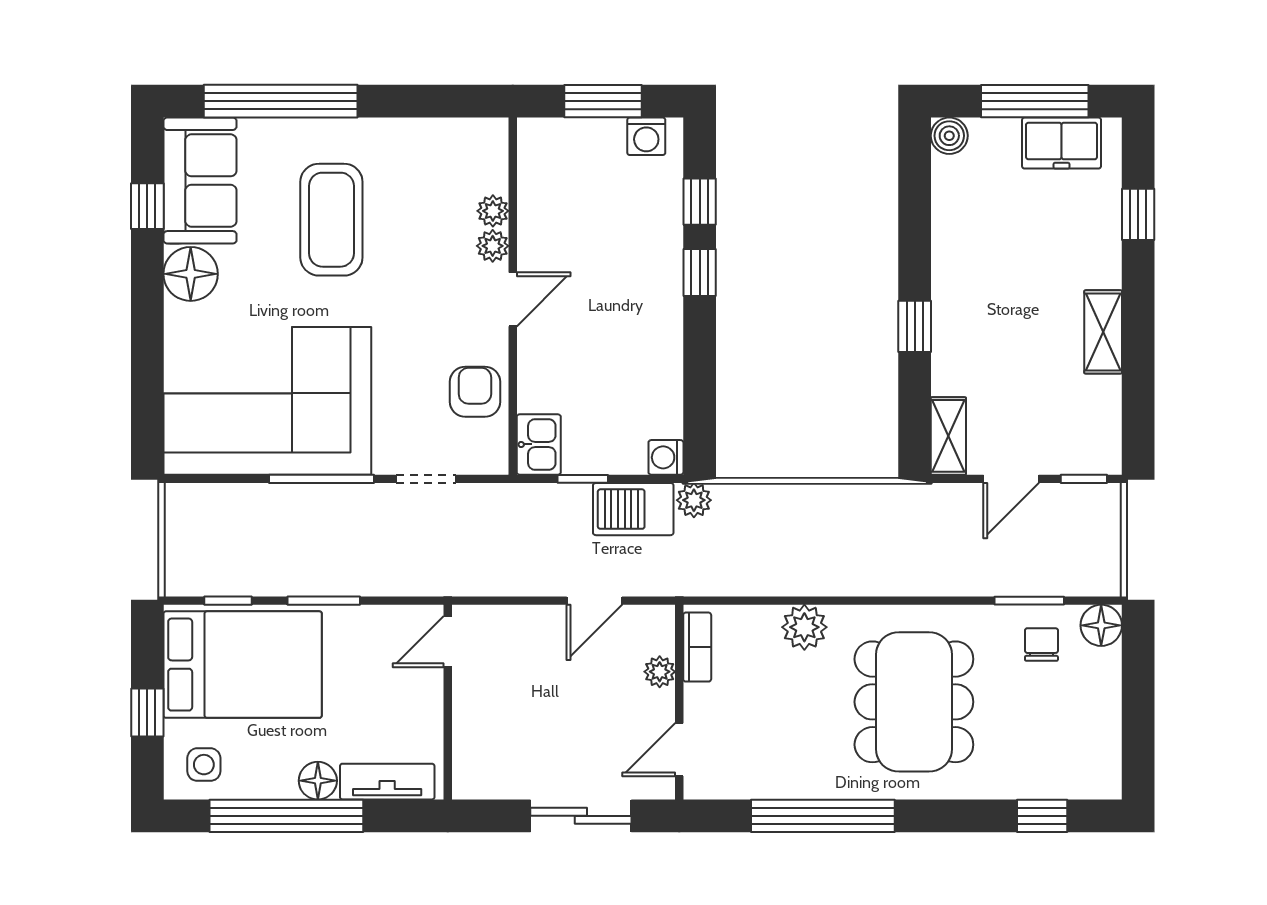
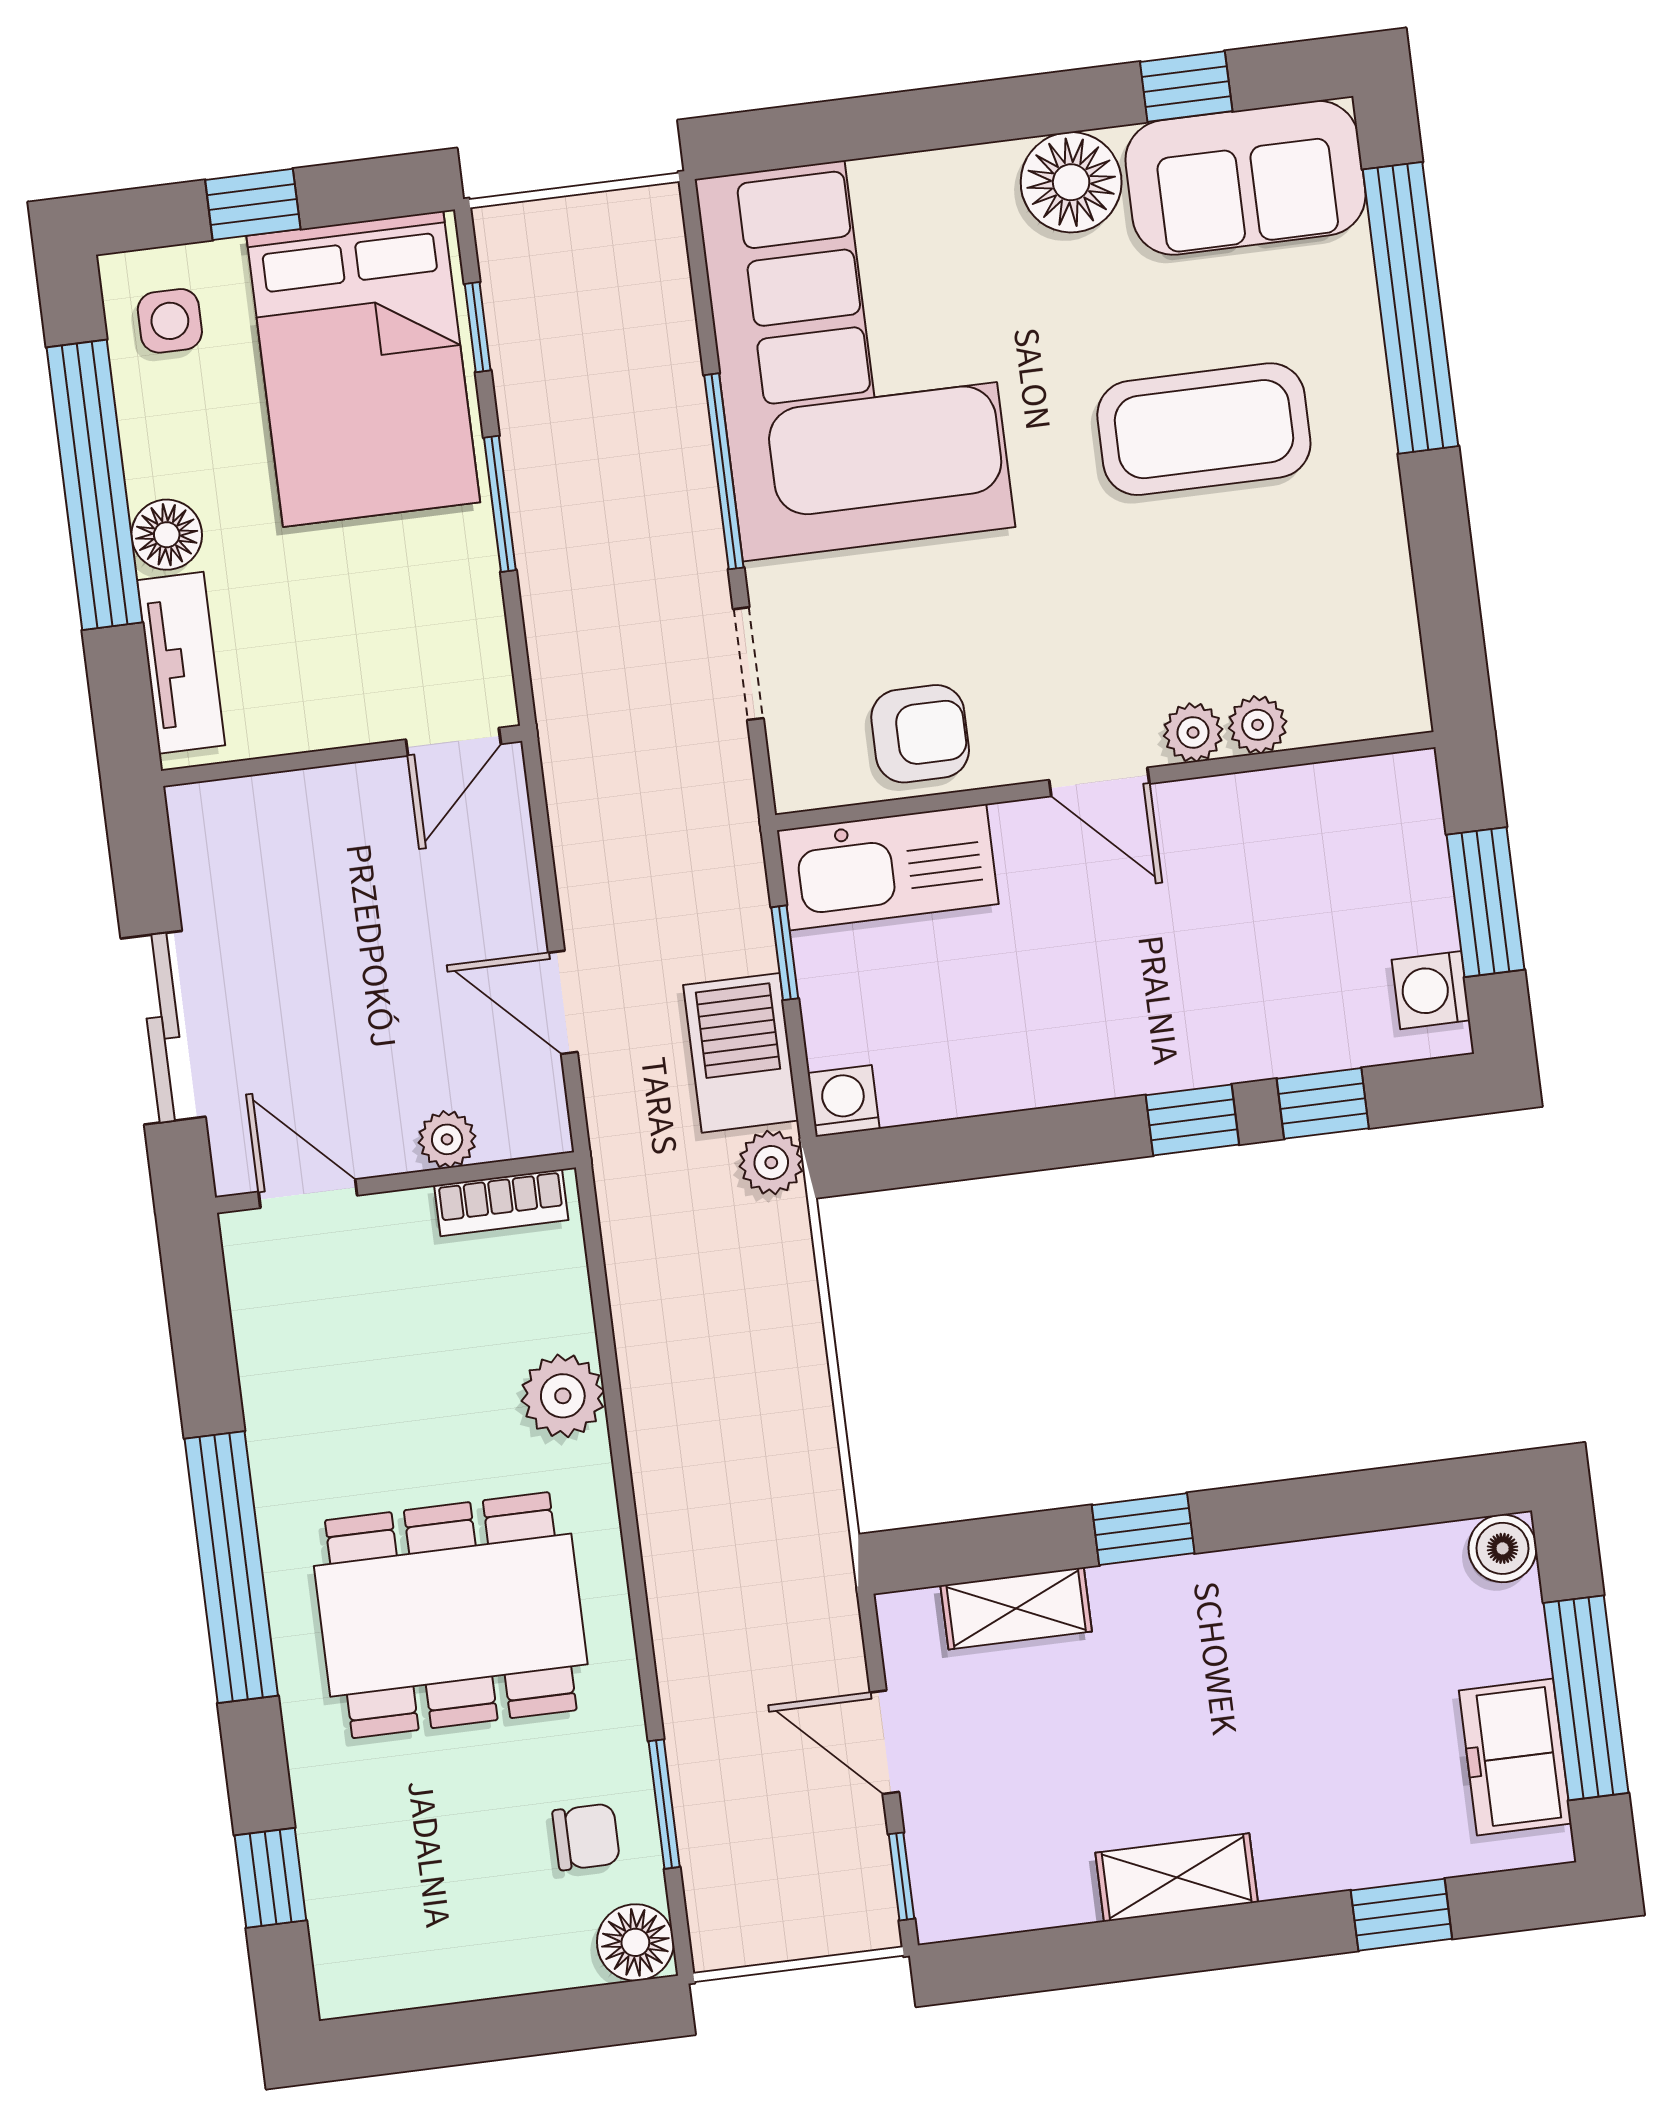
shelving: (948, 436) -> (1016, 1608), moved
kitchen sink: (539, 444) -> (888, 867), width x1.88, depth x1.24
door: (448, 642) -> (453, 742), swing flipped
window: (823, 816) -> (231, 1567), moved

